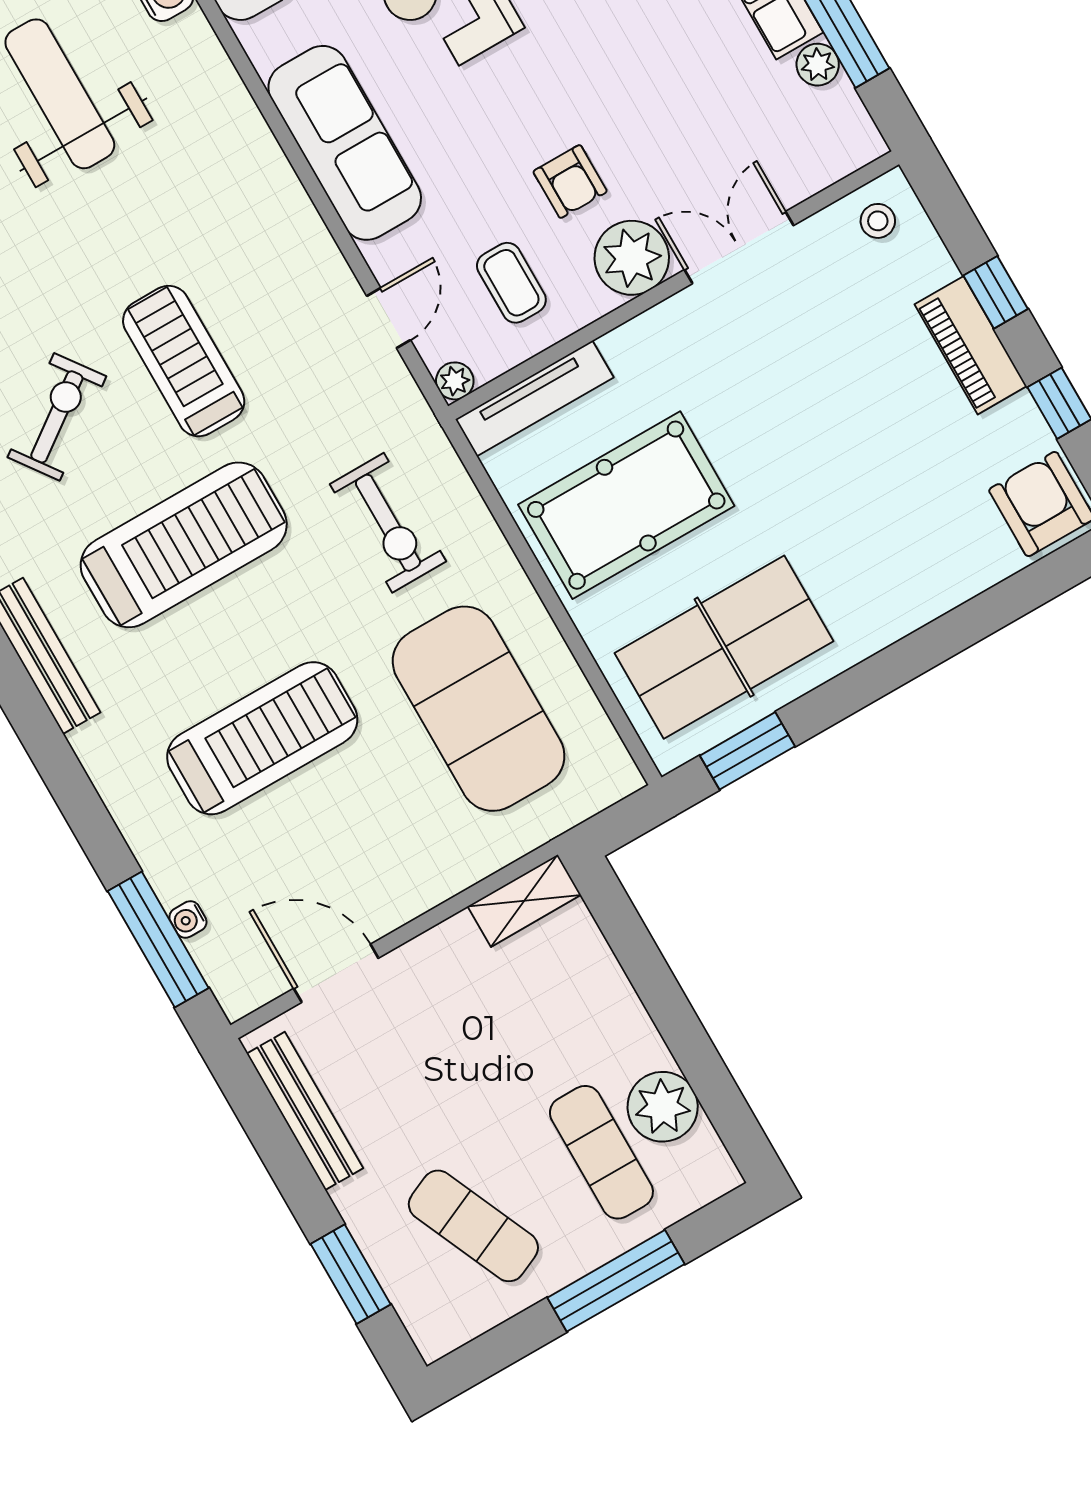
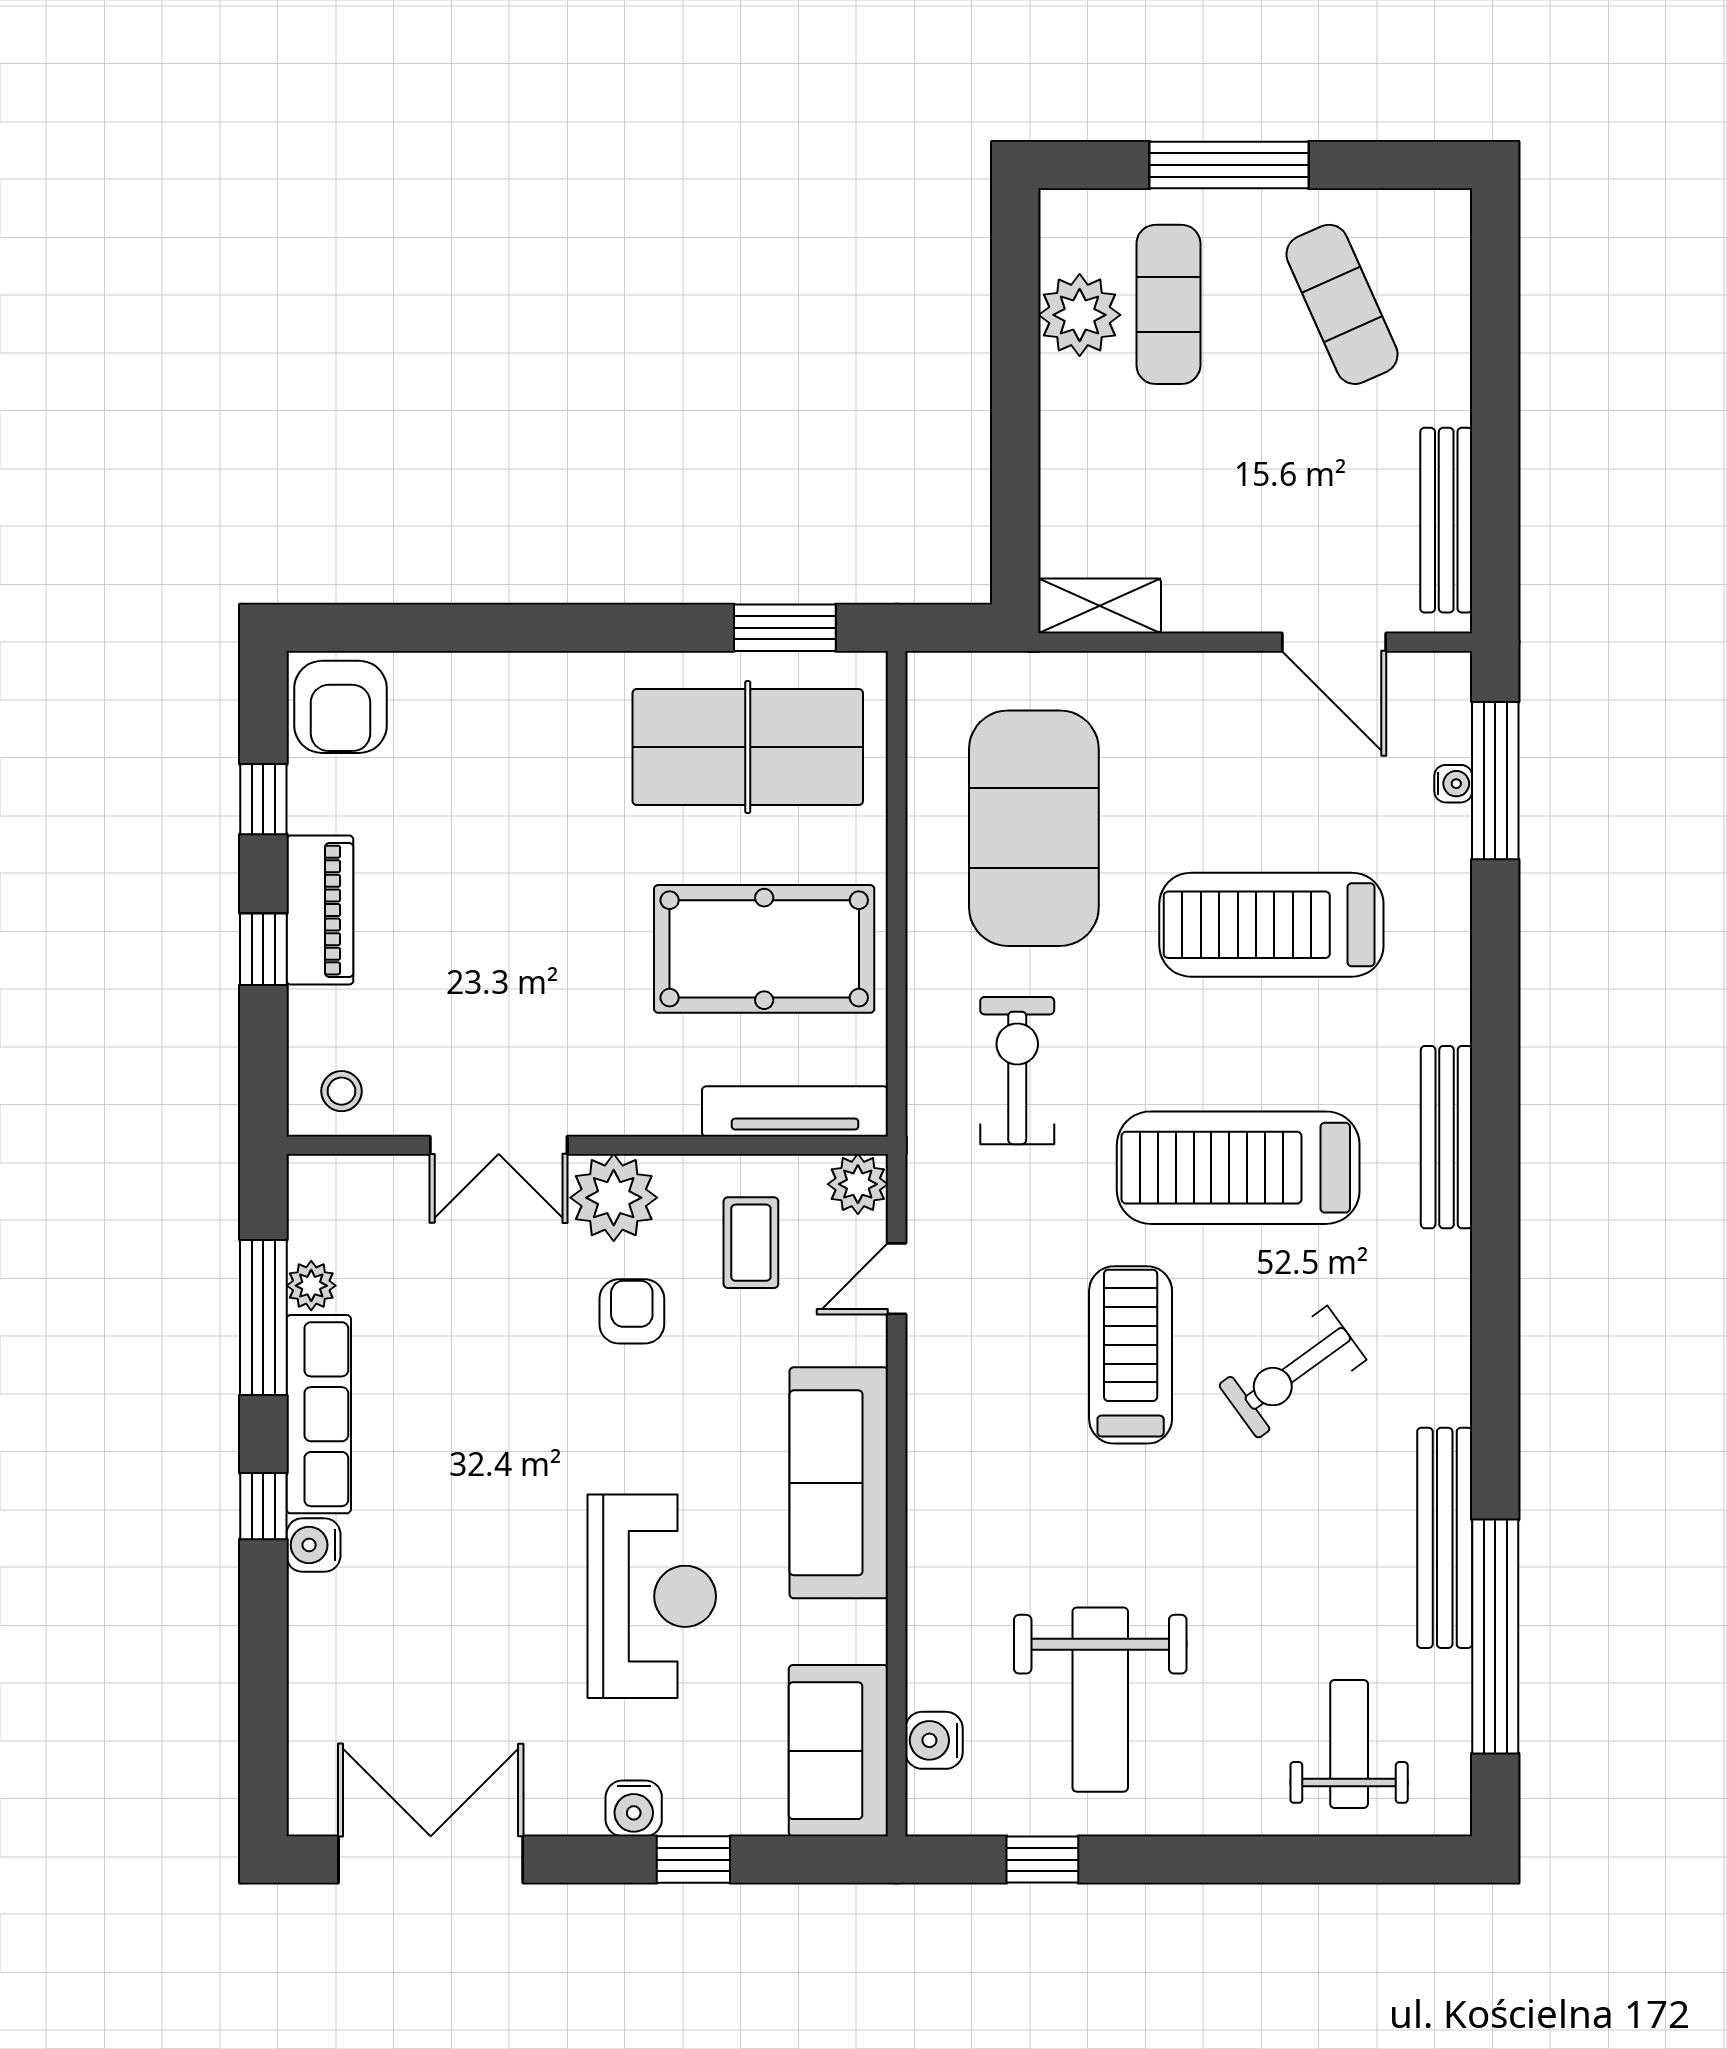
treadmill: (184, 361) -> (1131, 1355), turned 180
plant: (455, 381) -> (858, 1184), width x1.38, depth x1.38
window: (351, 1274) -> (1495, 327), removed

